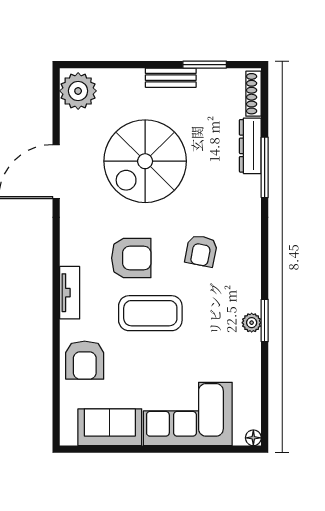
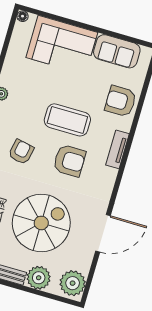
plant: (127, 85) -> (39, 278), added
armchair: (131, 258) -> (69, 161), turned 180
armchair: (85, 360) -> (121, 101), turned -90

